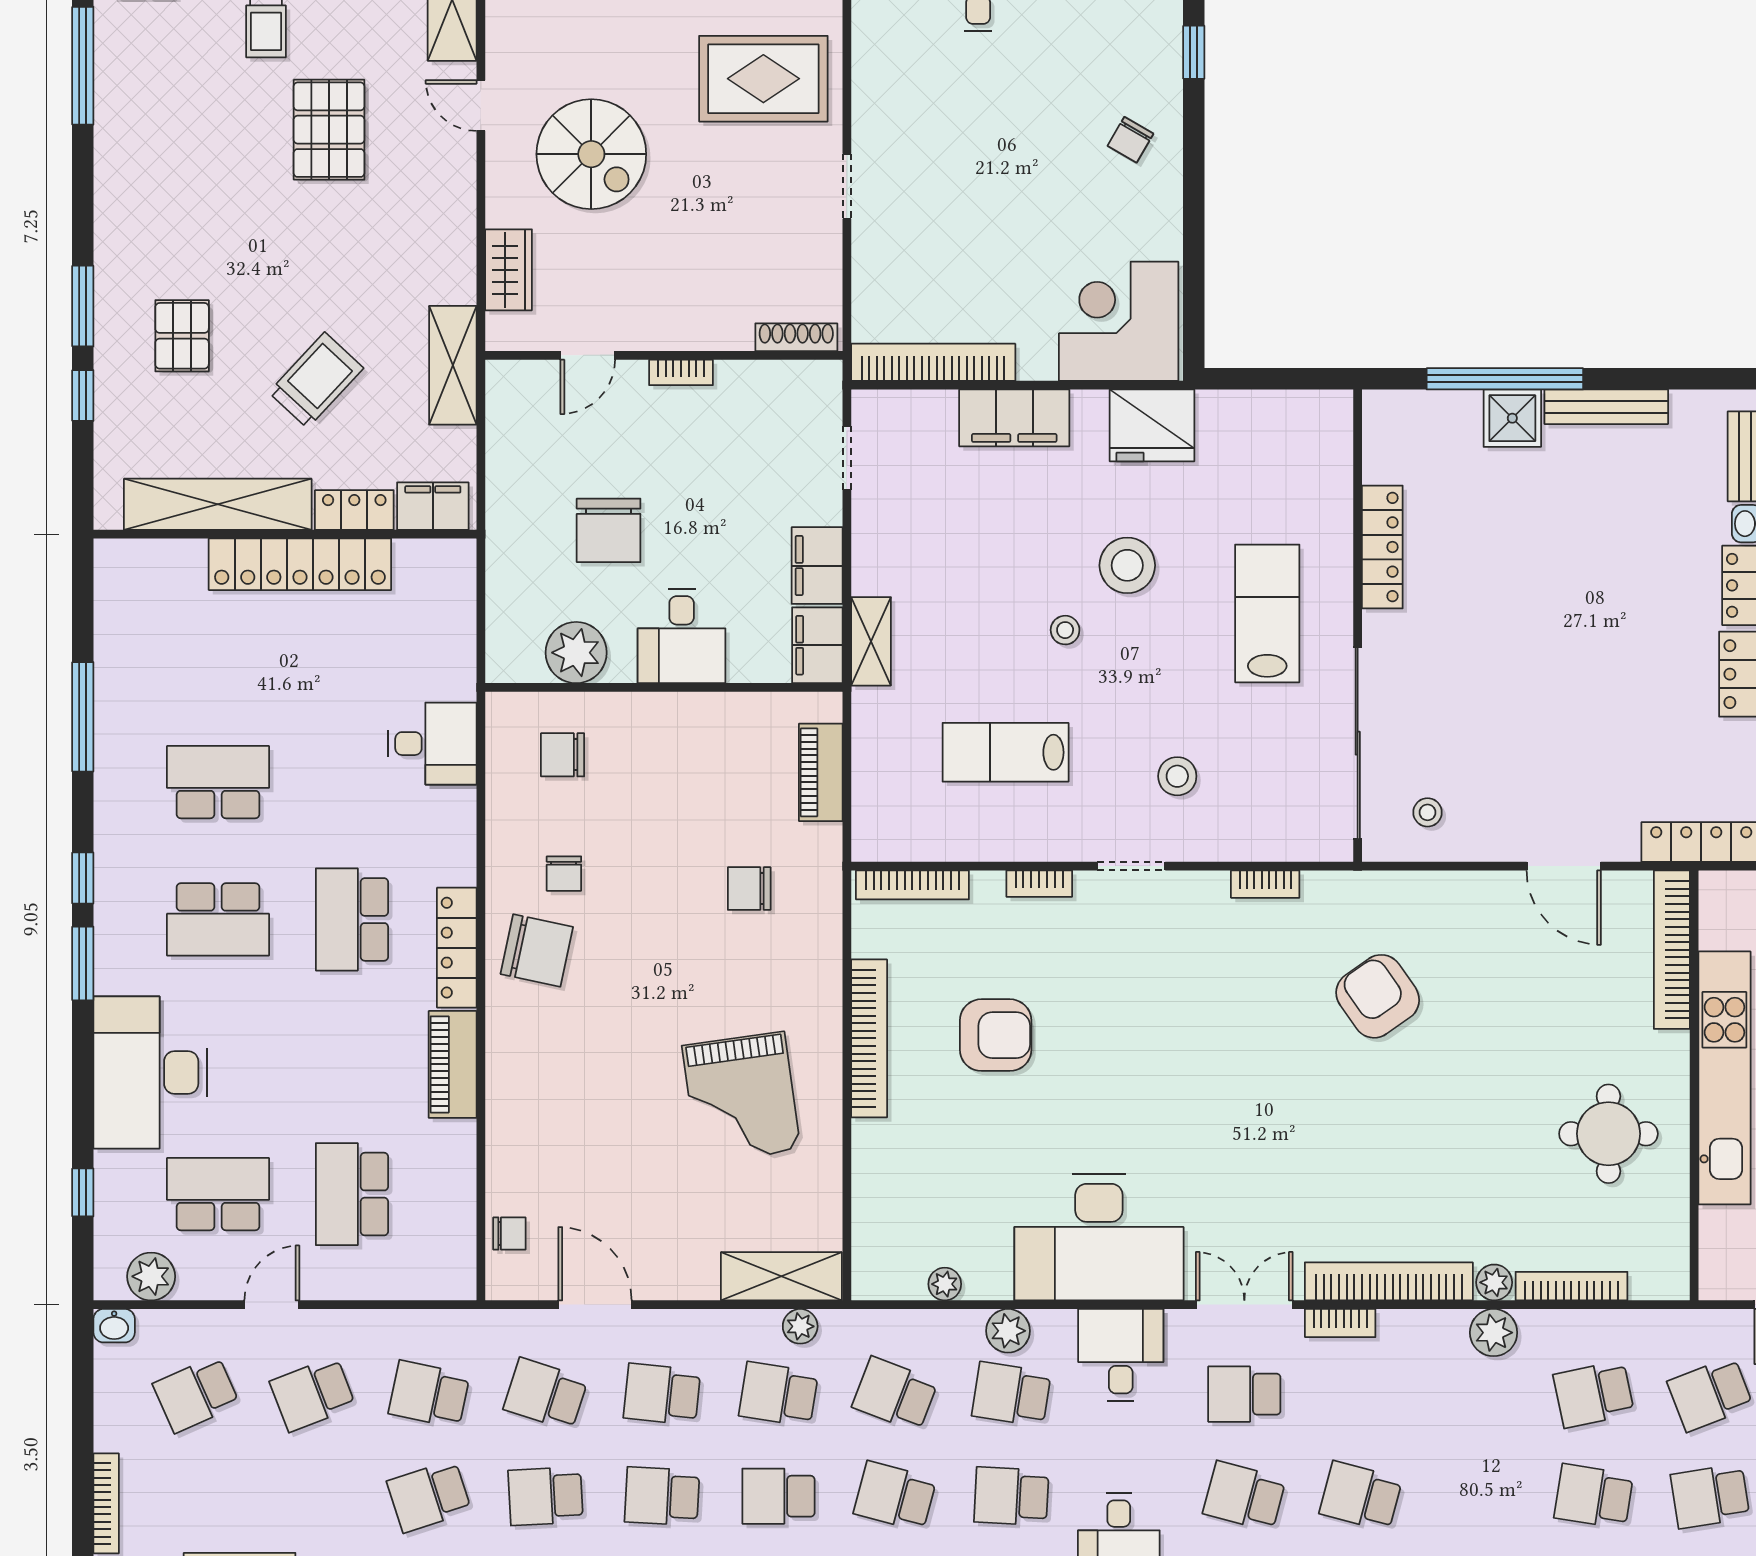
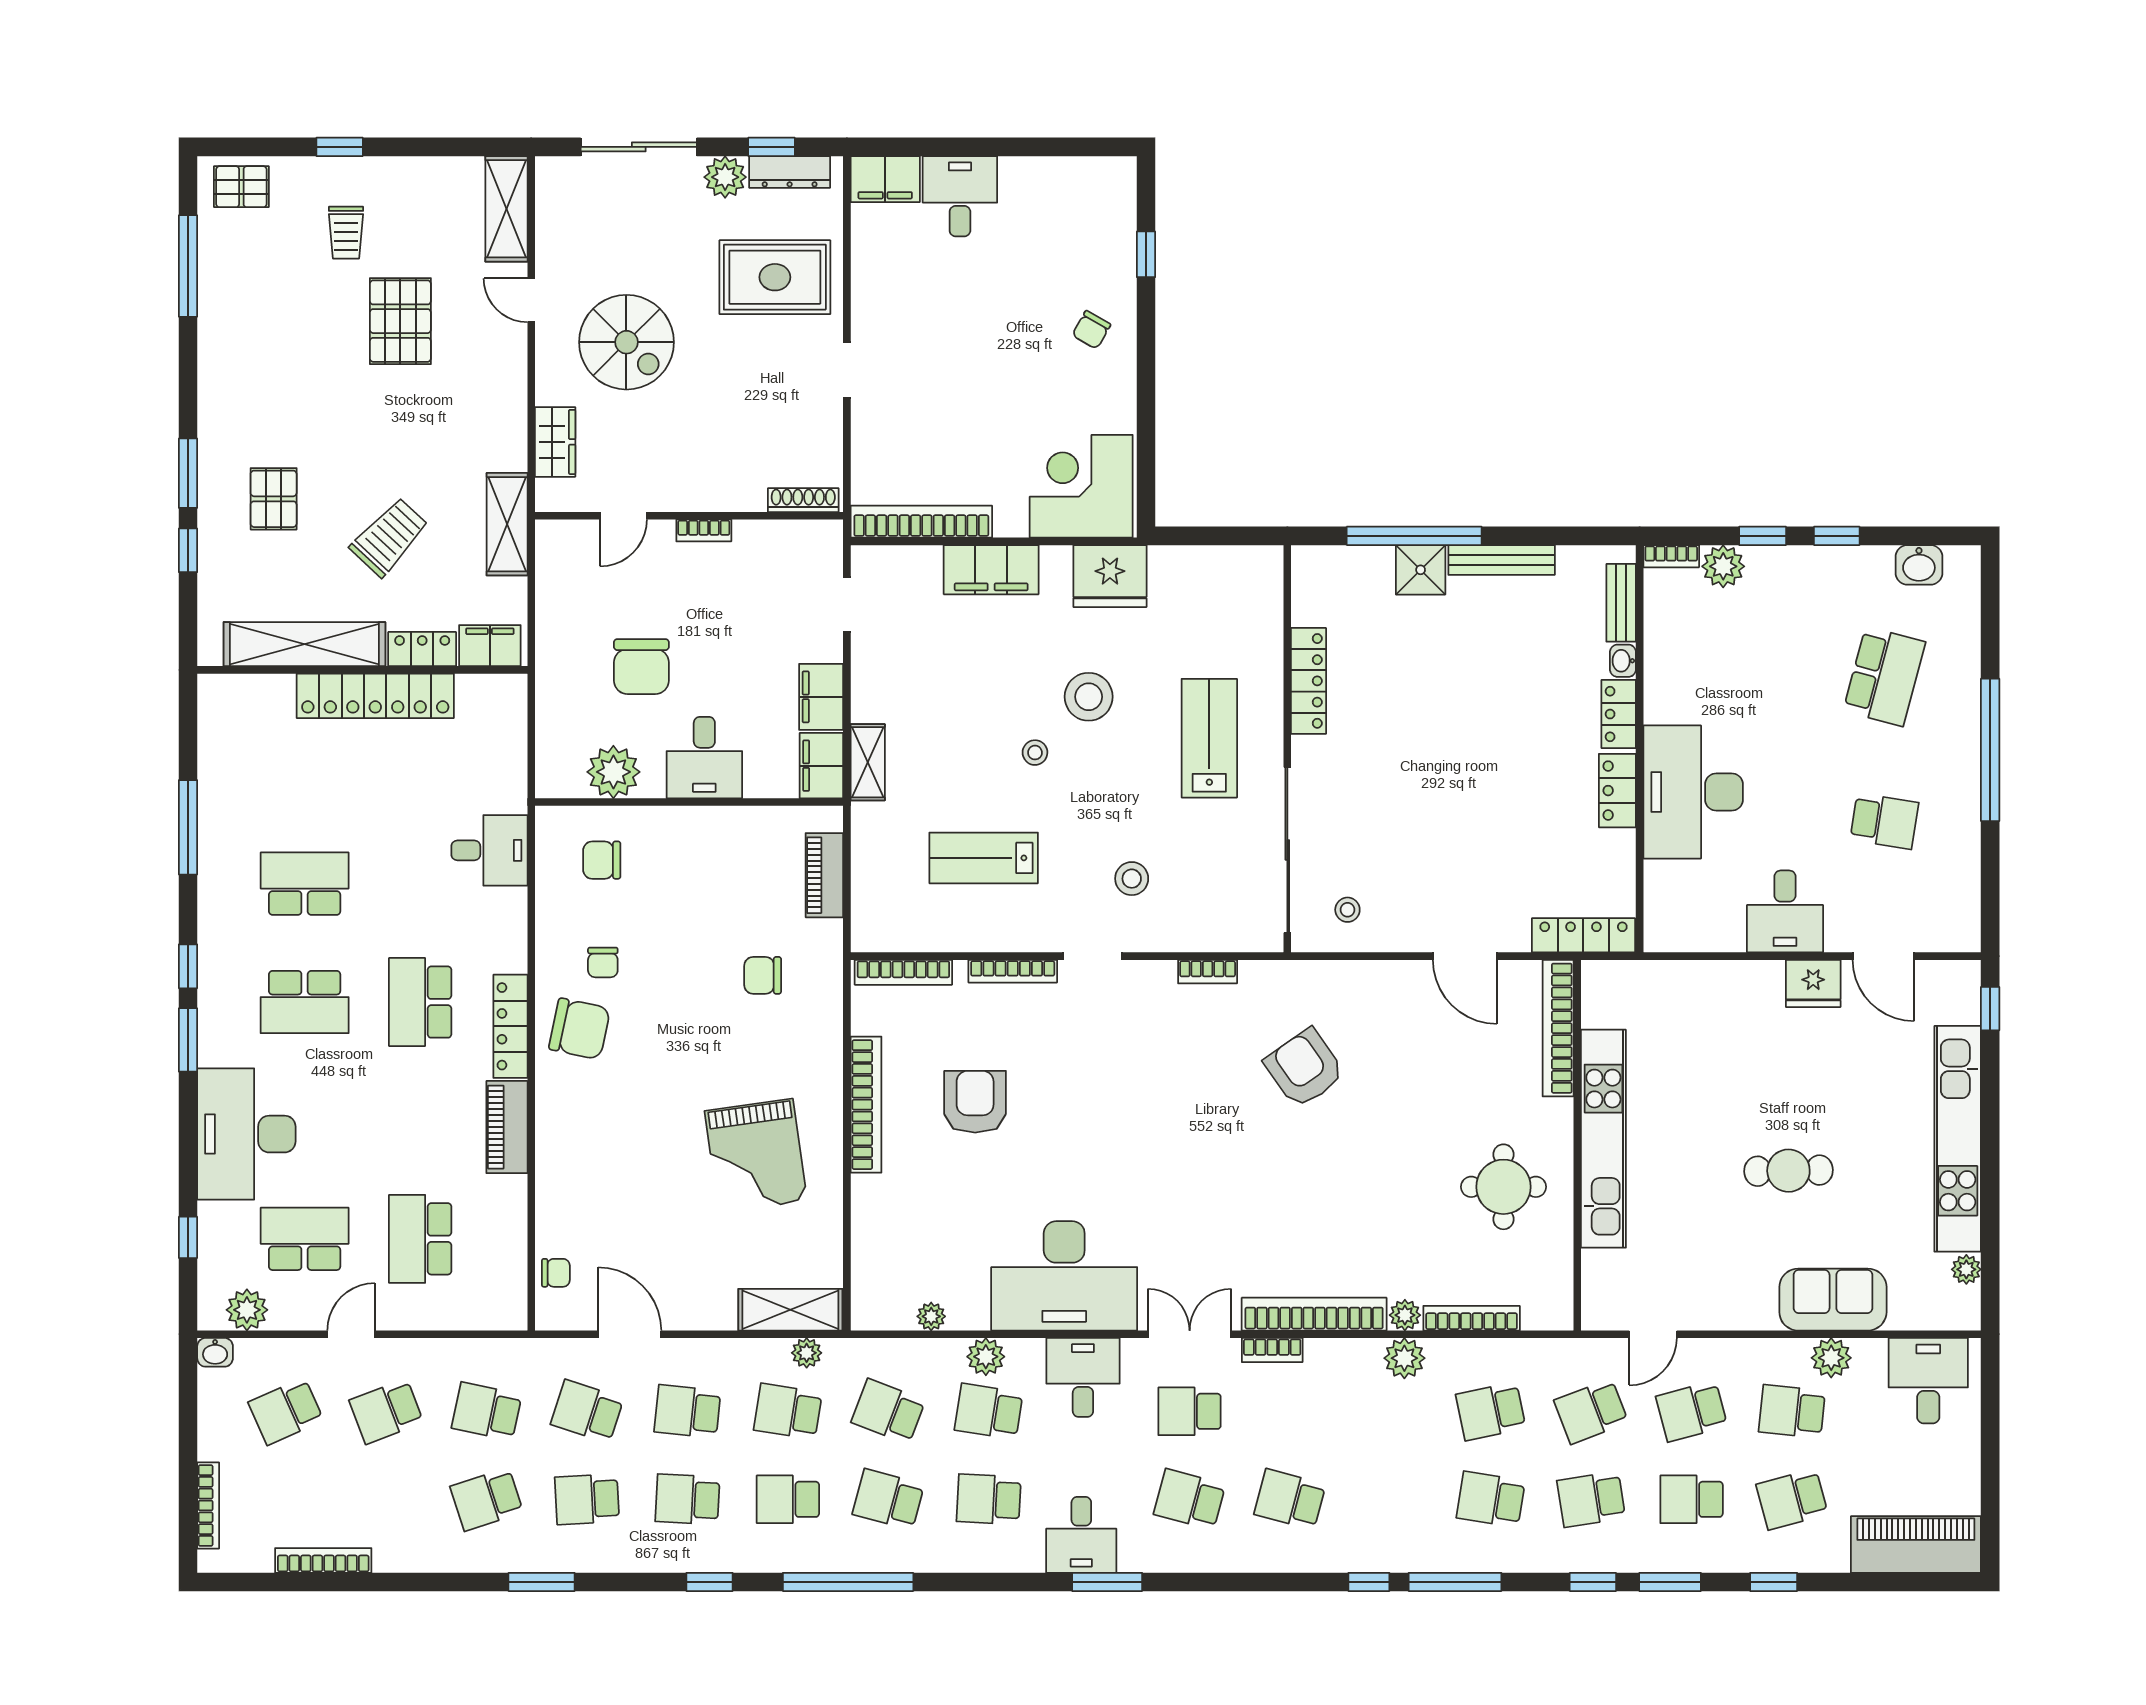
bookcase: (1039, 884) -> (1013, 971), width x1.56
armchair: (996, 1035) -> (975, 1102), turned -90

